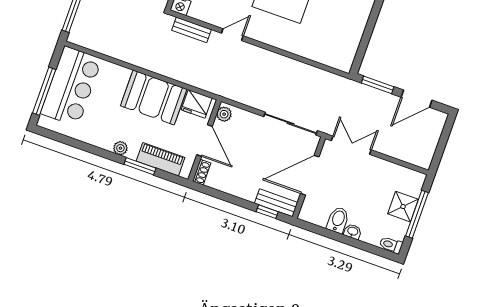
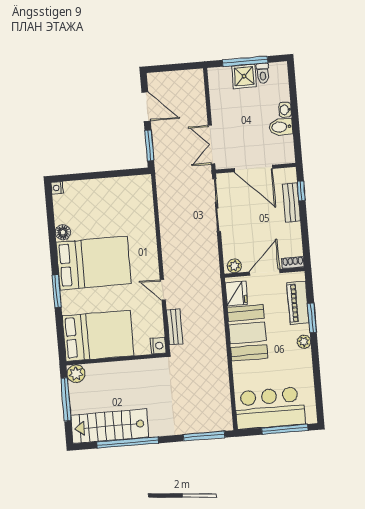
bench: (276, 203) -> (292, 203), moved
toilet: (391, 245) -> (263, 73), moved

